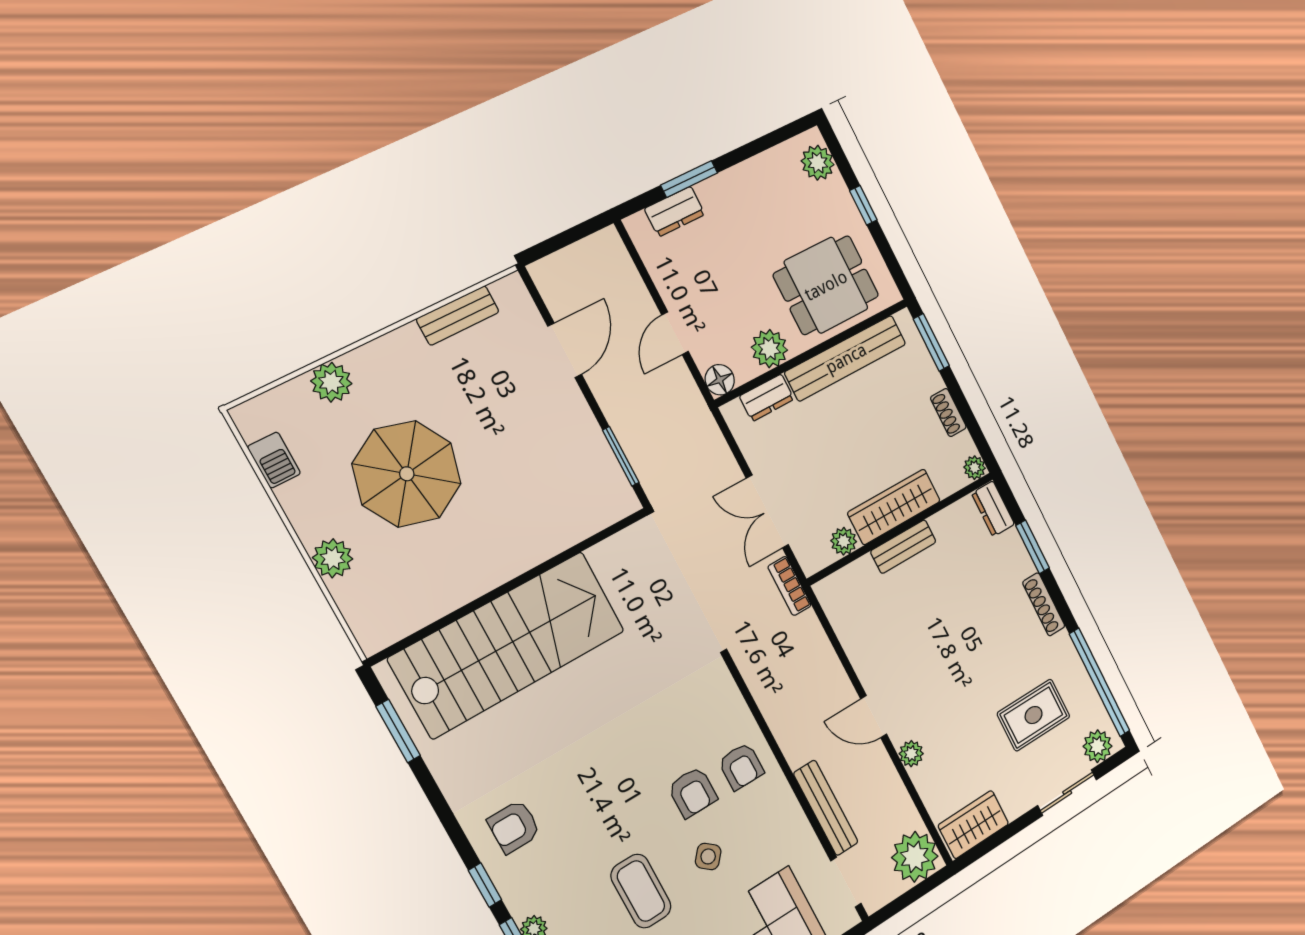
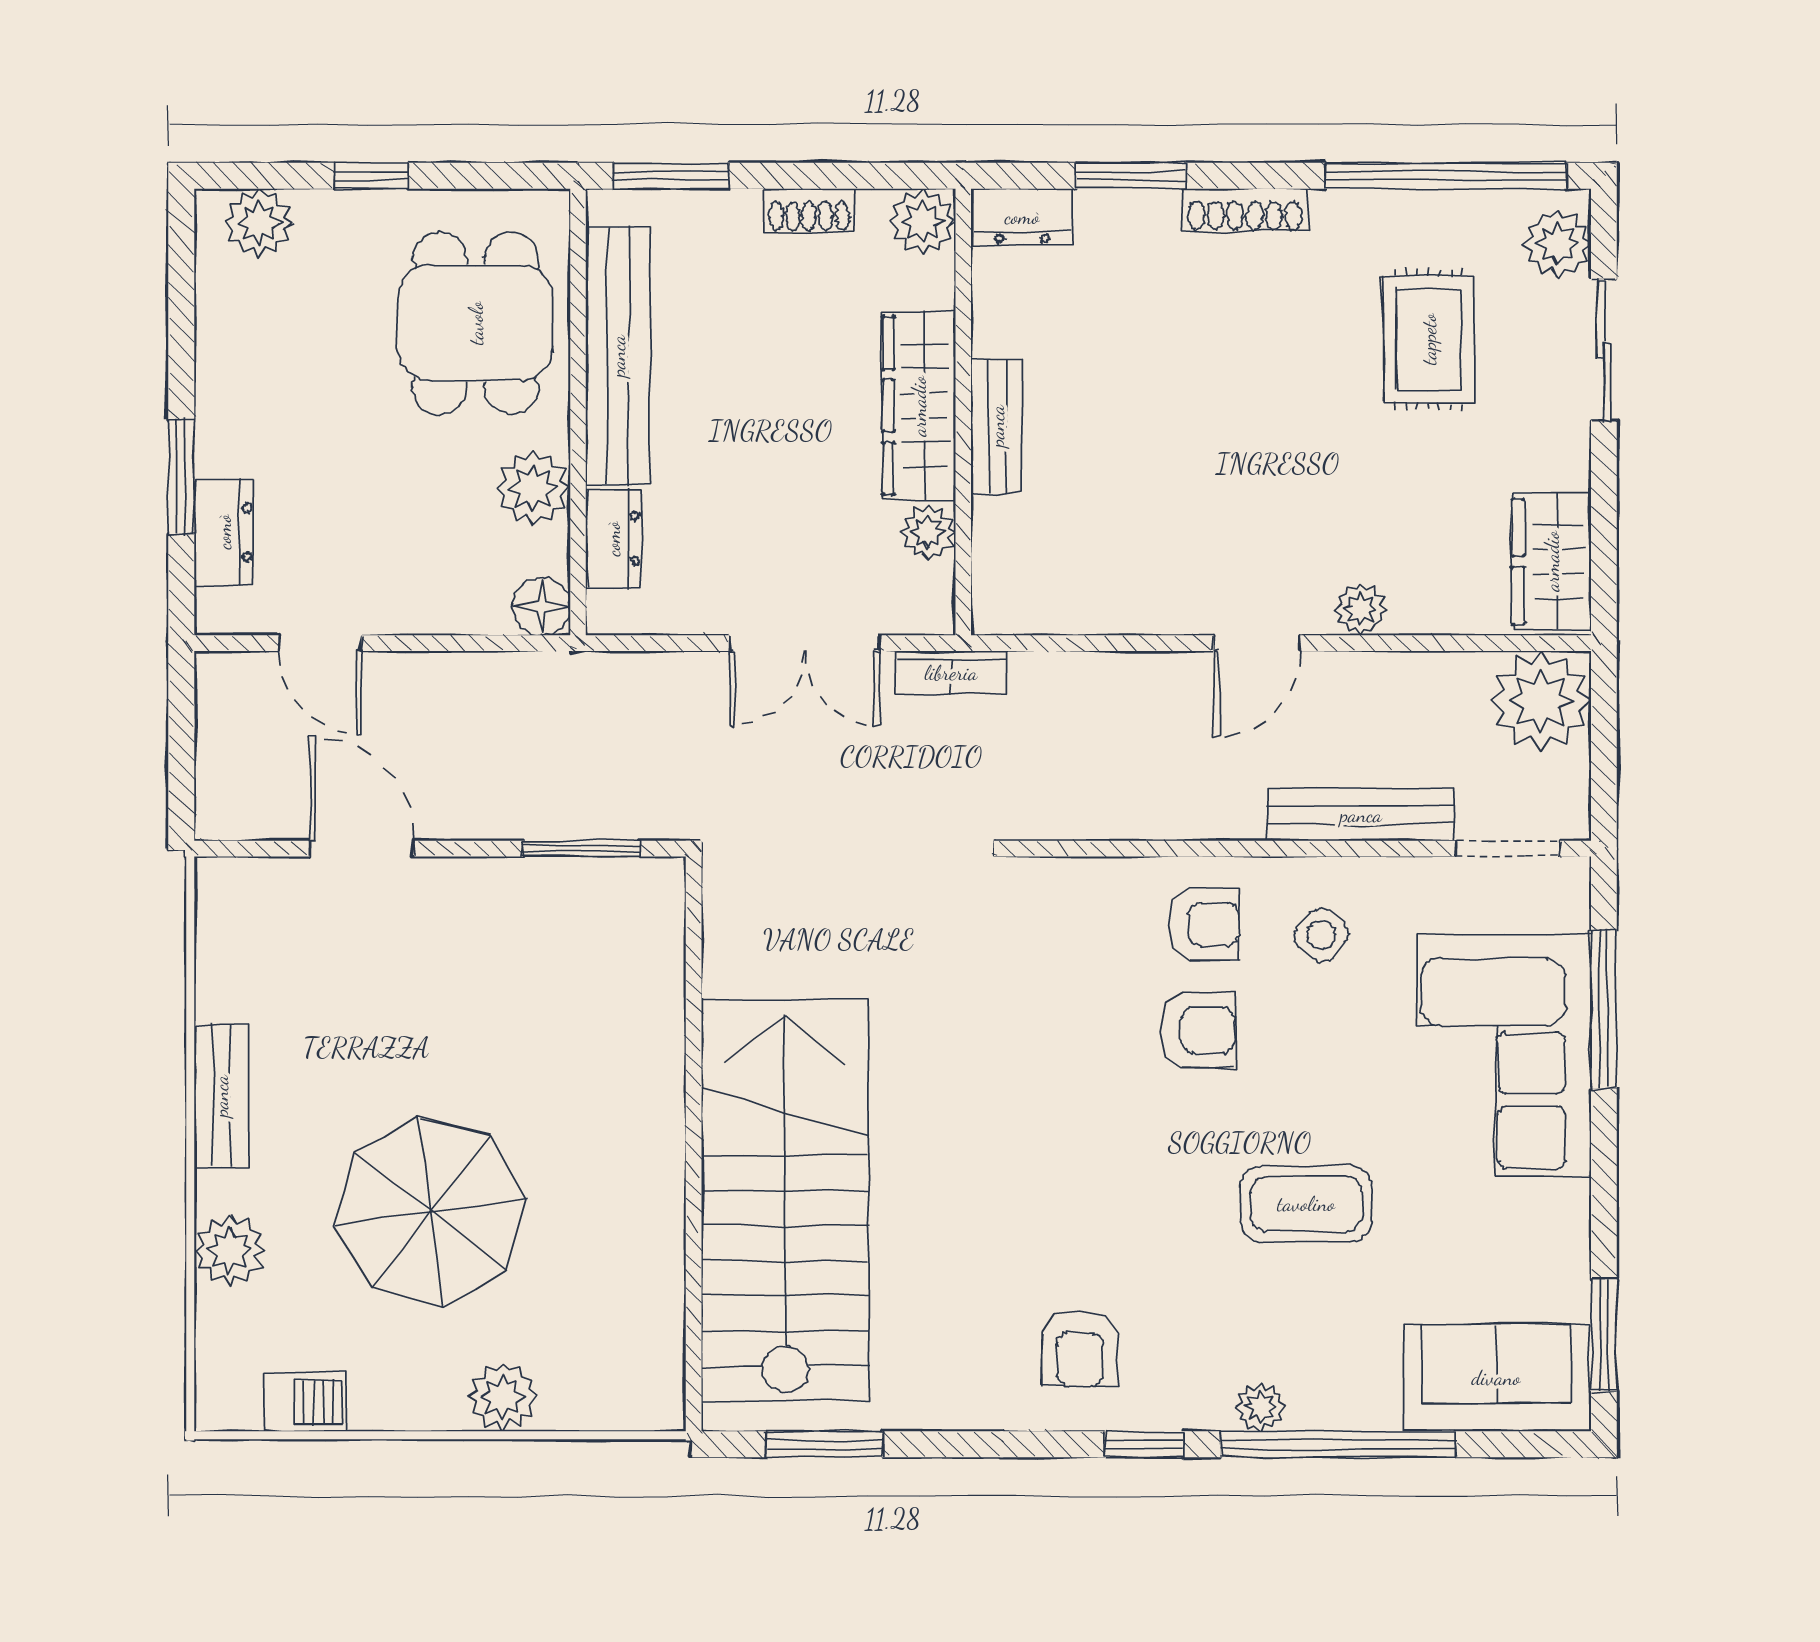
bench: (458, 315) -> (221, 1096), moved
door: (675, 333) -> (320, 643), moved
plant: (975, 468) -> (922, 222), width x1.38, depth x1.38
side table: (708, 856) -> (1321, 935), moved

